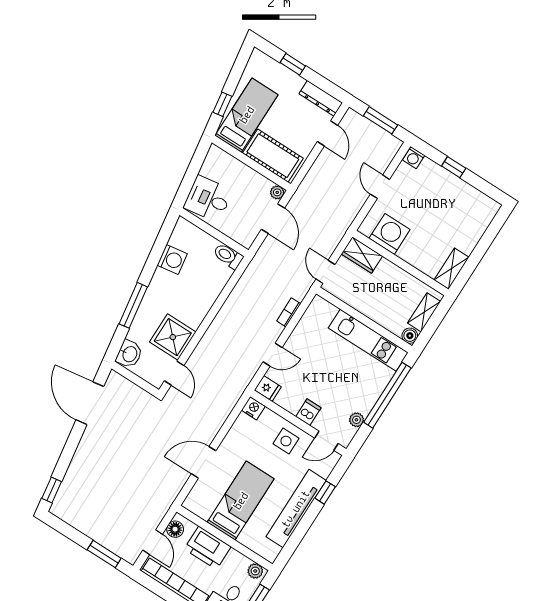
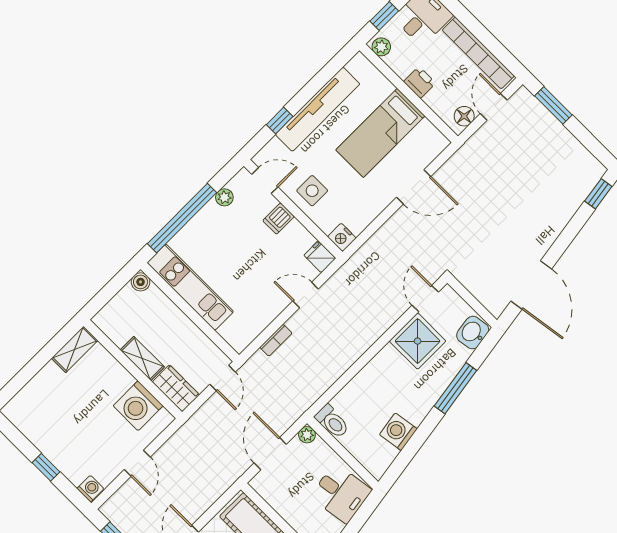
plant: (277, 192) -> (307, 435), moved
shelving: (424, 312) -> (142, 358), moved, turned 90
printer: (208, 548) -> (420, 82), width x0.53, depth x0.68

